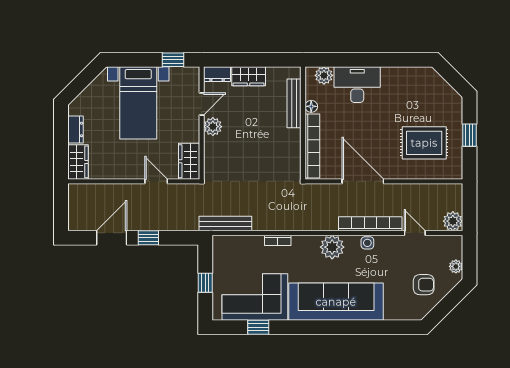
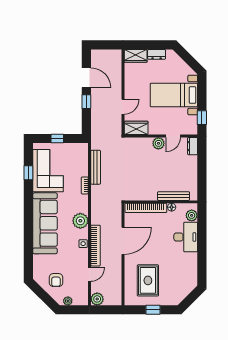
wardrobe: (249, 76) -> (191, 167), removed
door: (202, 104) -> (173, 136), hinge flipped
bench: (225, 224) -> (96, 167), moved

